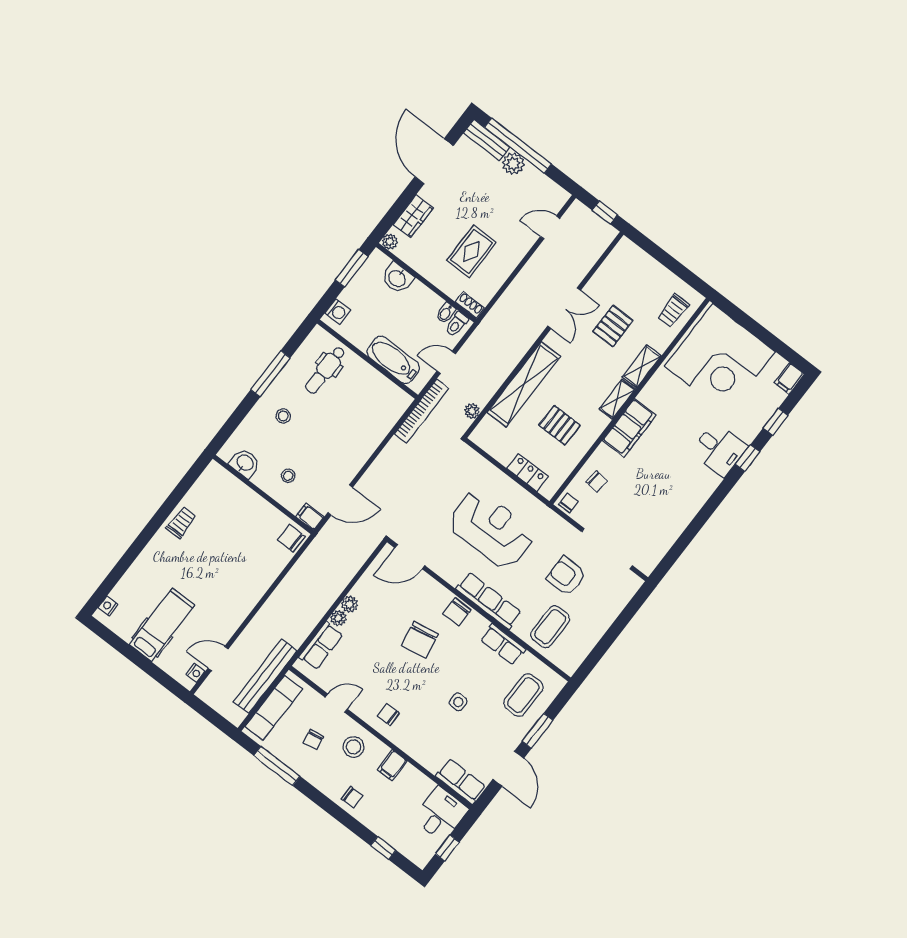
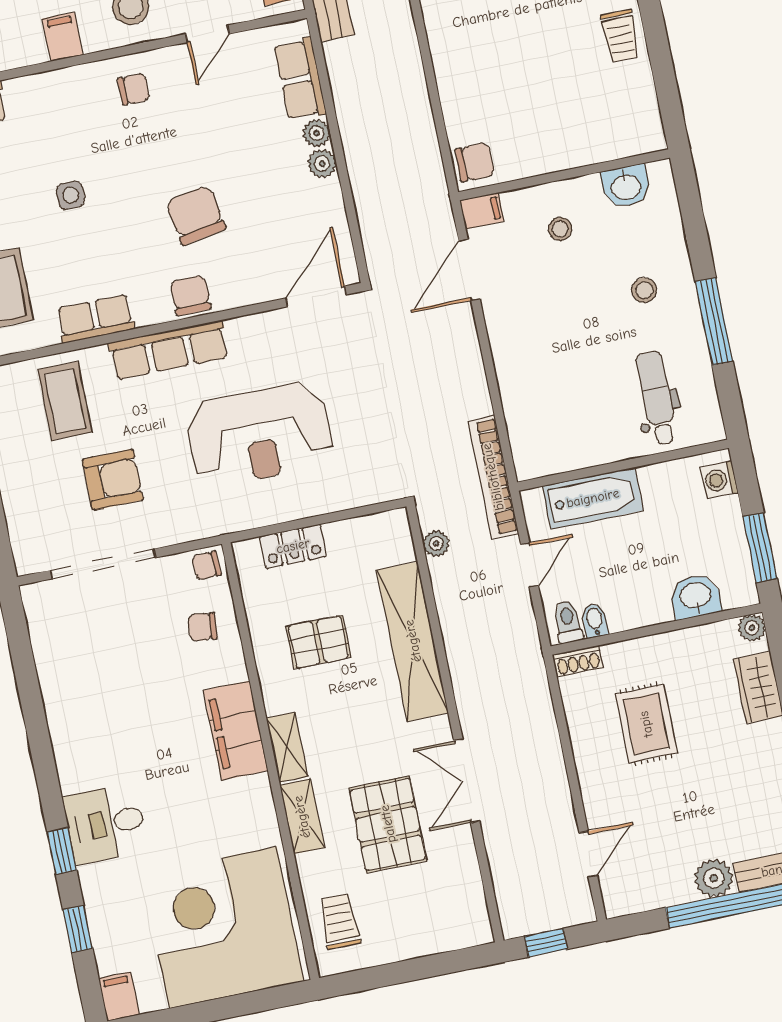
pallet: (613, 326) -> (388, 824), width x1.50, depth x1.42
chair: (568, 503) -> (207, 566), turned 88

